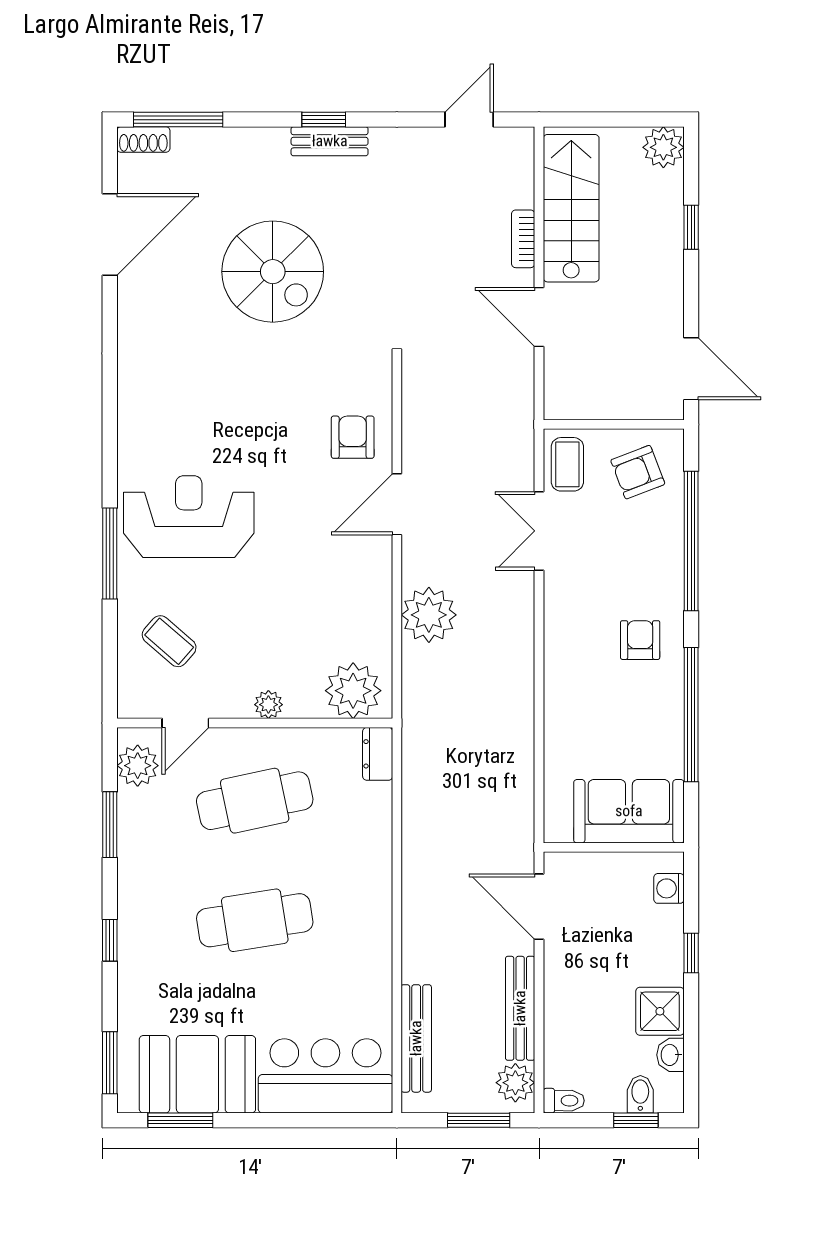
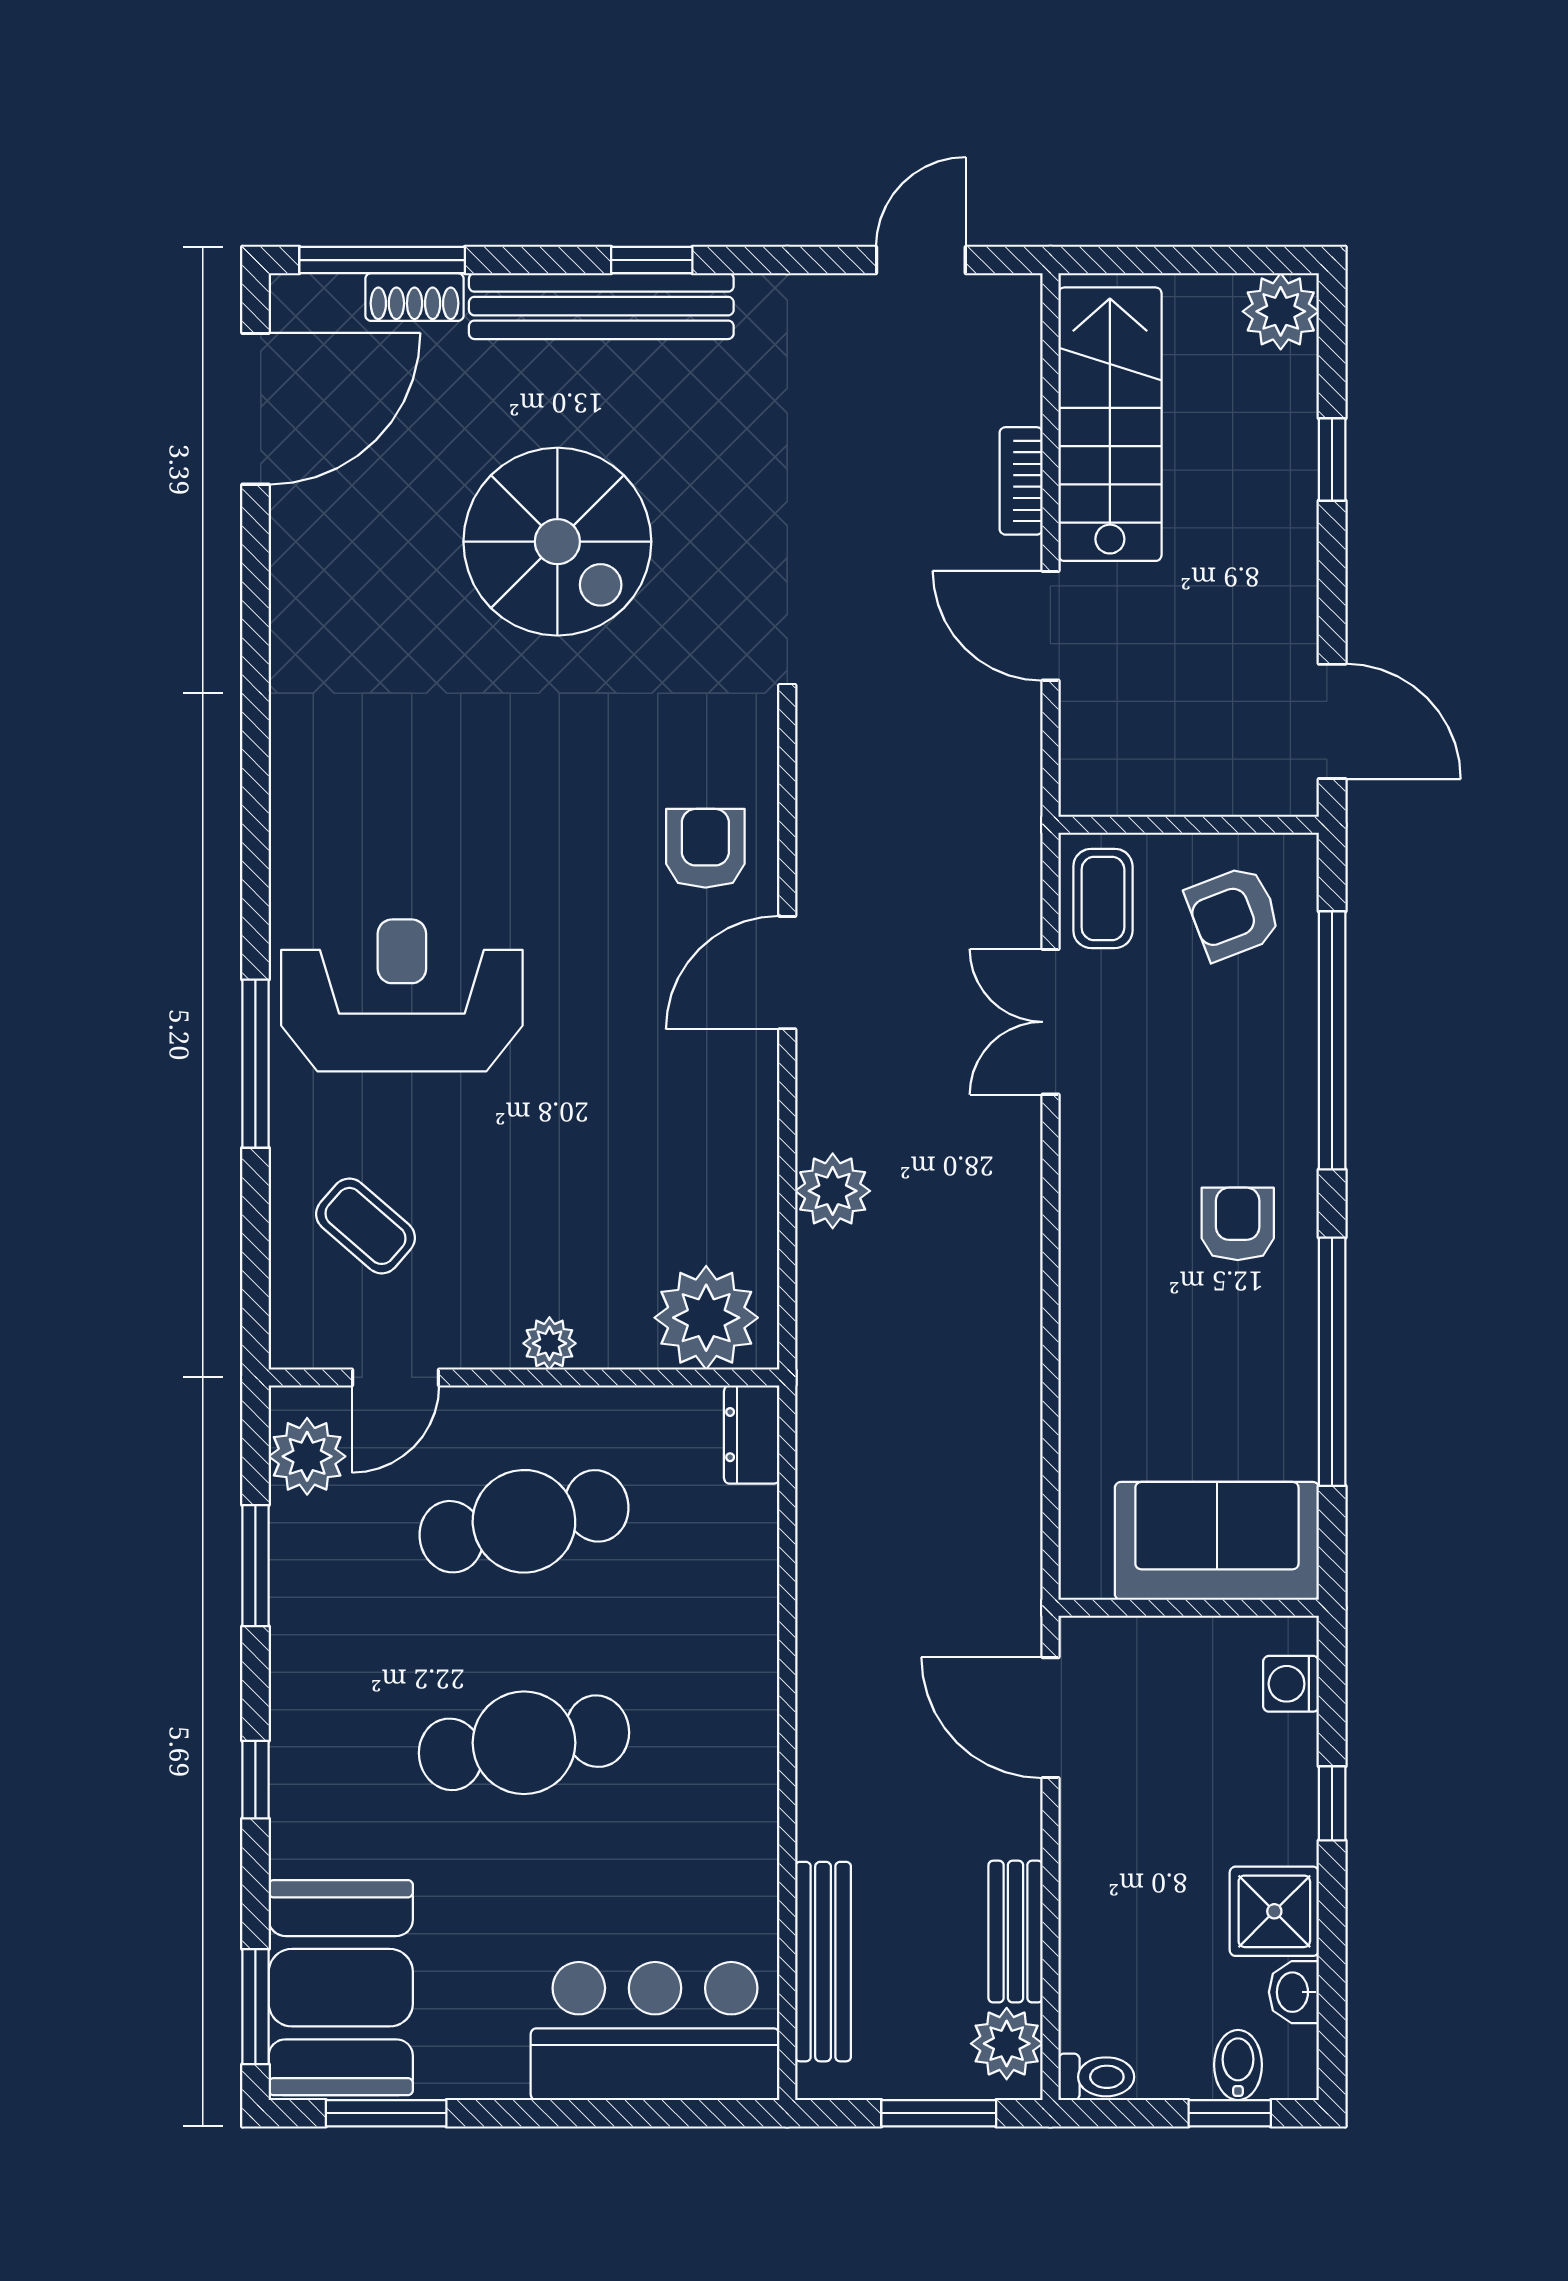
shoe rack: (143, 140) -> (415, 297), moved
bench: (330, 141) -> (601, 306), width x1.86, depth x1.21
door: (110, 235) -> (255, 409), moved
plant: (429, 615) -> (833, 1191), width x0.73, depth x0.73
bench: (520, 1008) -> (1016, 1932), width x0.73
booth: (197, 1074) -> (341, 1988), moved, turned 90

